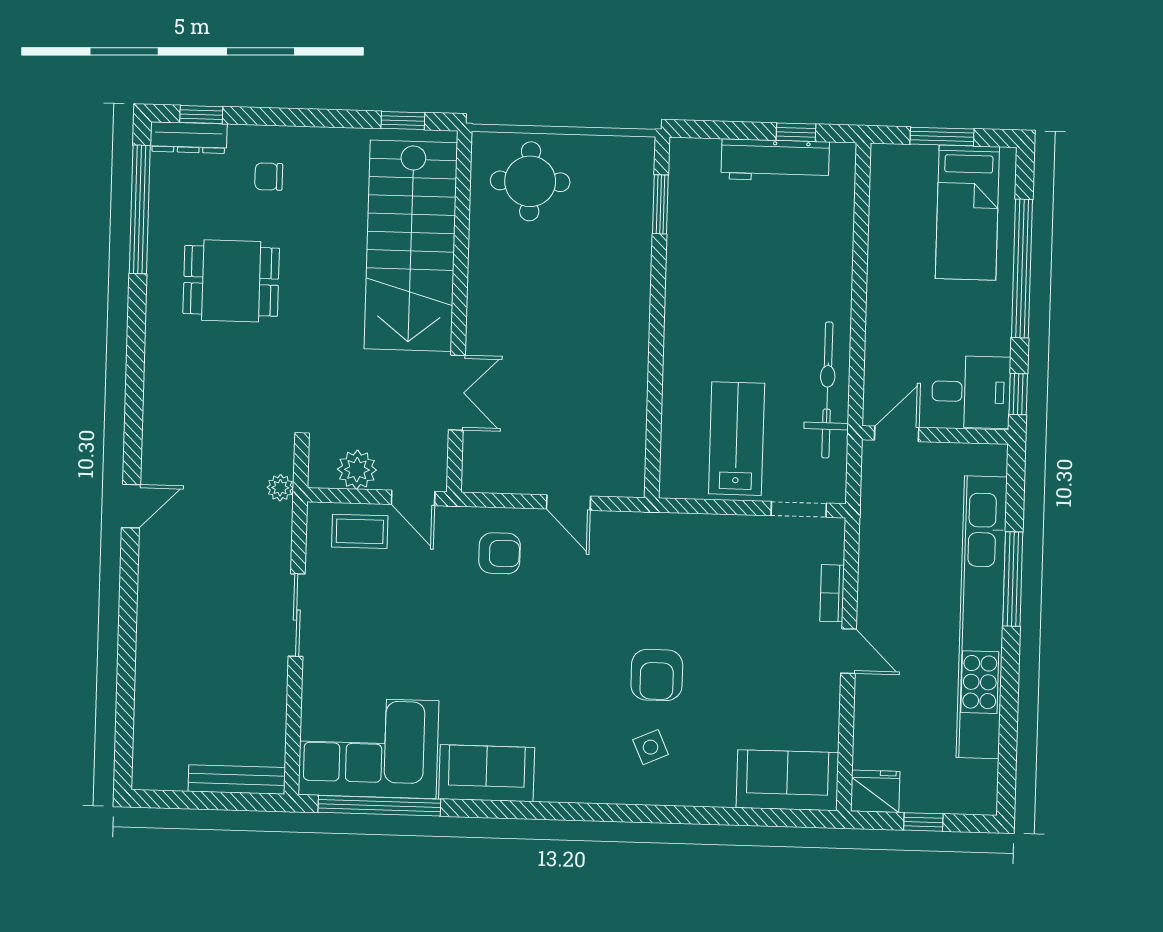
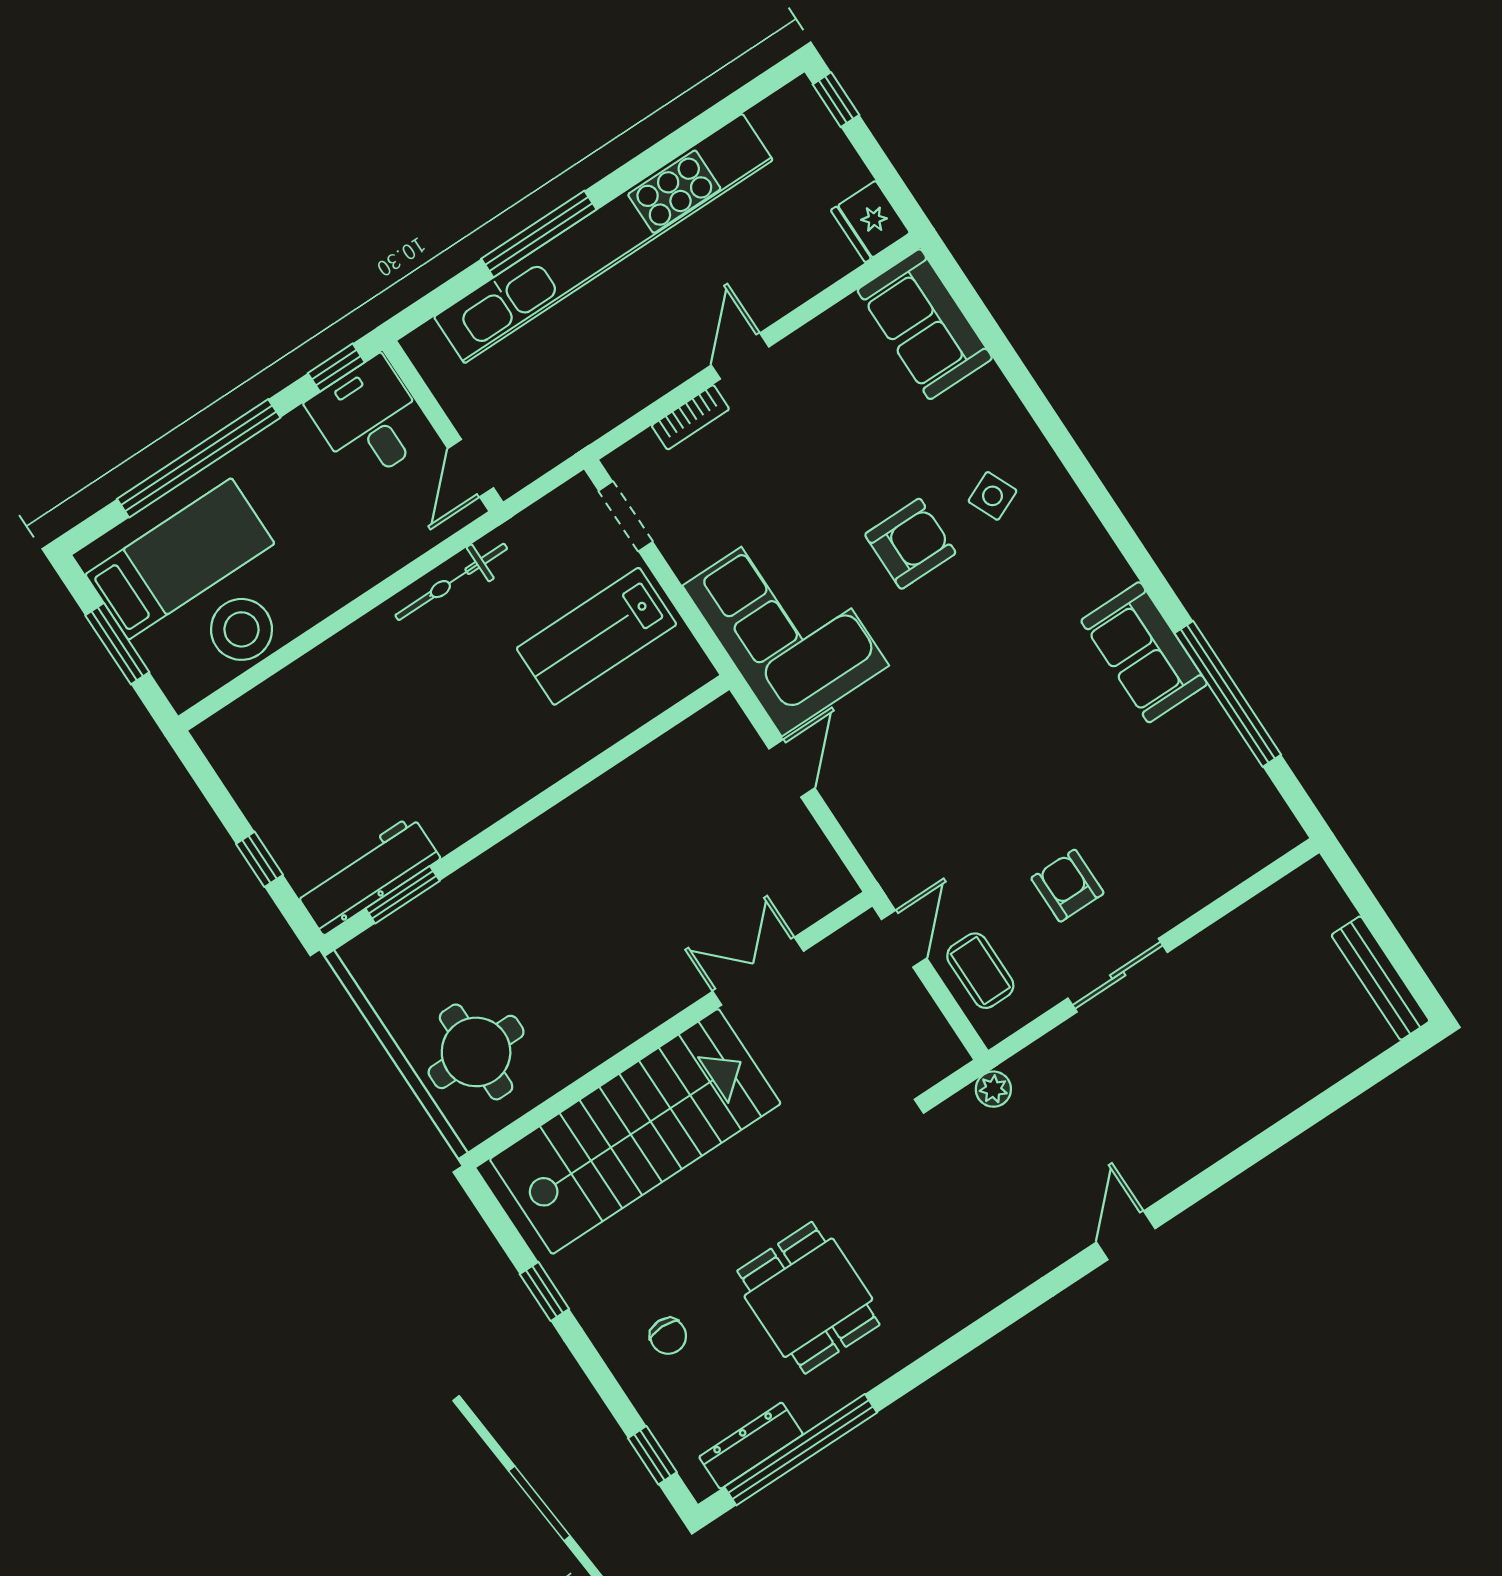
window: (403, 121) -> (544, 1291), moved
window: (796, 132) -> (259, 859), moved
dresser: (189, 138) -> (751, 1446), moved, turned -90
workbench: (775, 160) -> (368, 875), moved, turned -90
stool: (896, 220) -> (241, 629), added
bicycle: (827, 390) -> (451, 582), width x0.73, depth x0.71
door: (897, 434) -> (471, 468), hinge flipped
plant: (357, 470) -> (916, 1020), removed
door: (131, 506) -> (1126, 1235), hinge flipped
armchair: (500, 553) -> (1067, 886), moved
corner sofa: (369, 748) -> (786, 626), moved, turned 180
bench: (237, 779) -> (1381, 978), moved
window: (379, 806) -> (1228, 694), moved
window: (923, 822) -> (836, 100), moved

